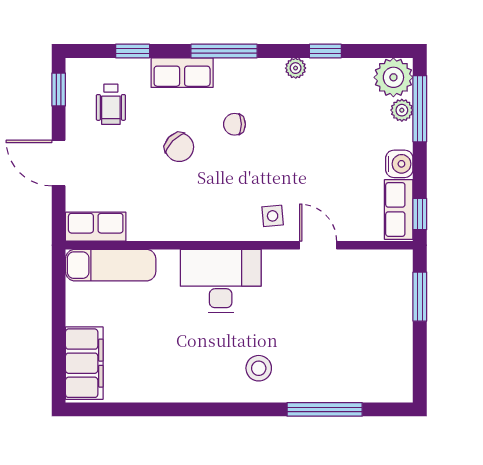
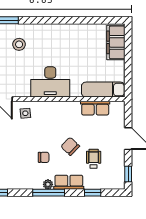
plant: (296, 68) -> (48, 184), moved
wheelchair: (111, 104) -> (94, 159), moved
row of seats: (96, 227) -> (95, 108), moved
stool: (259, 368) -> (19, 44), moved

